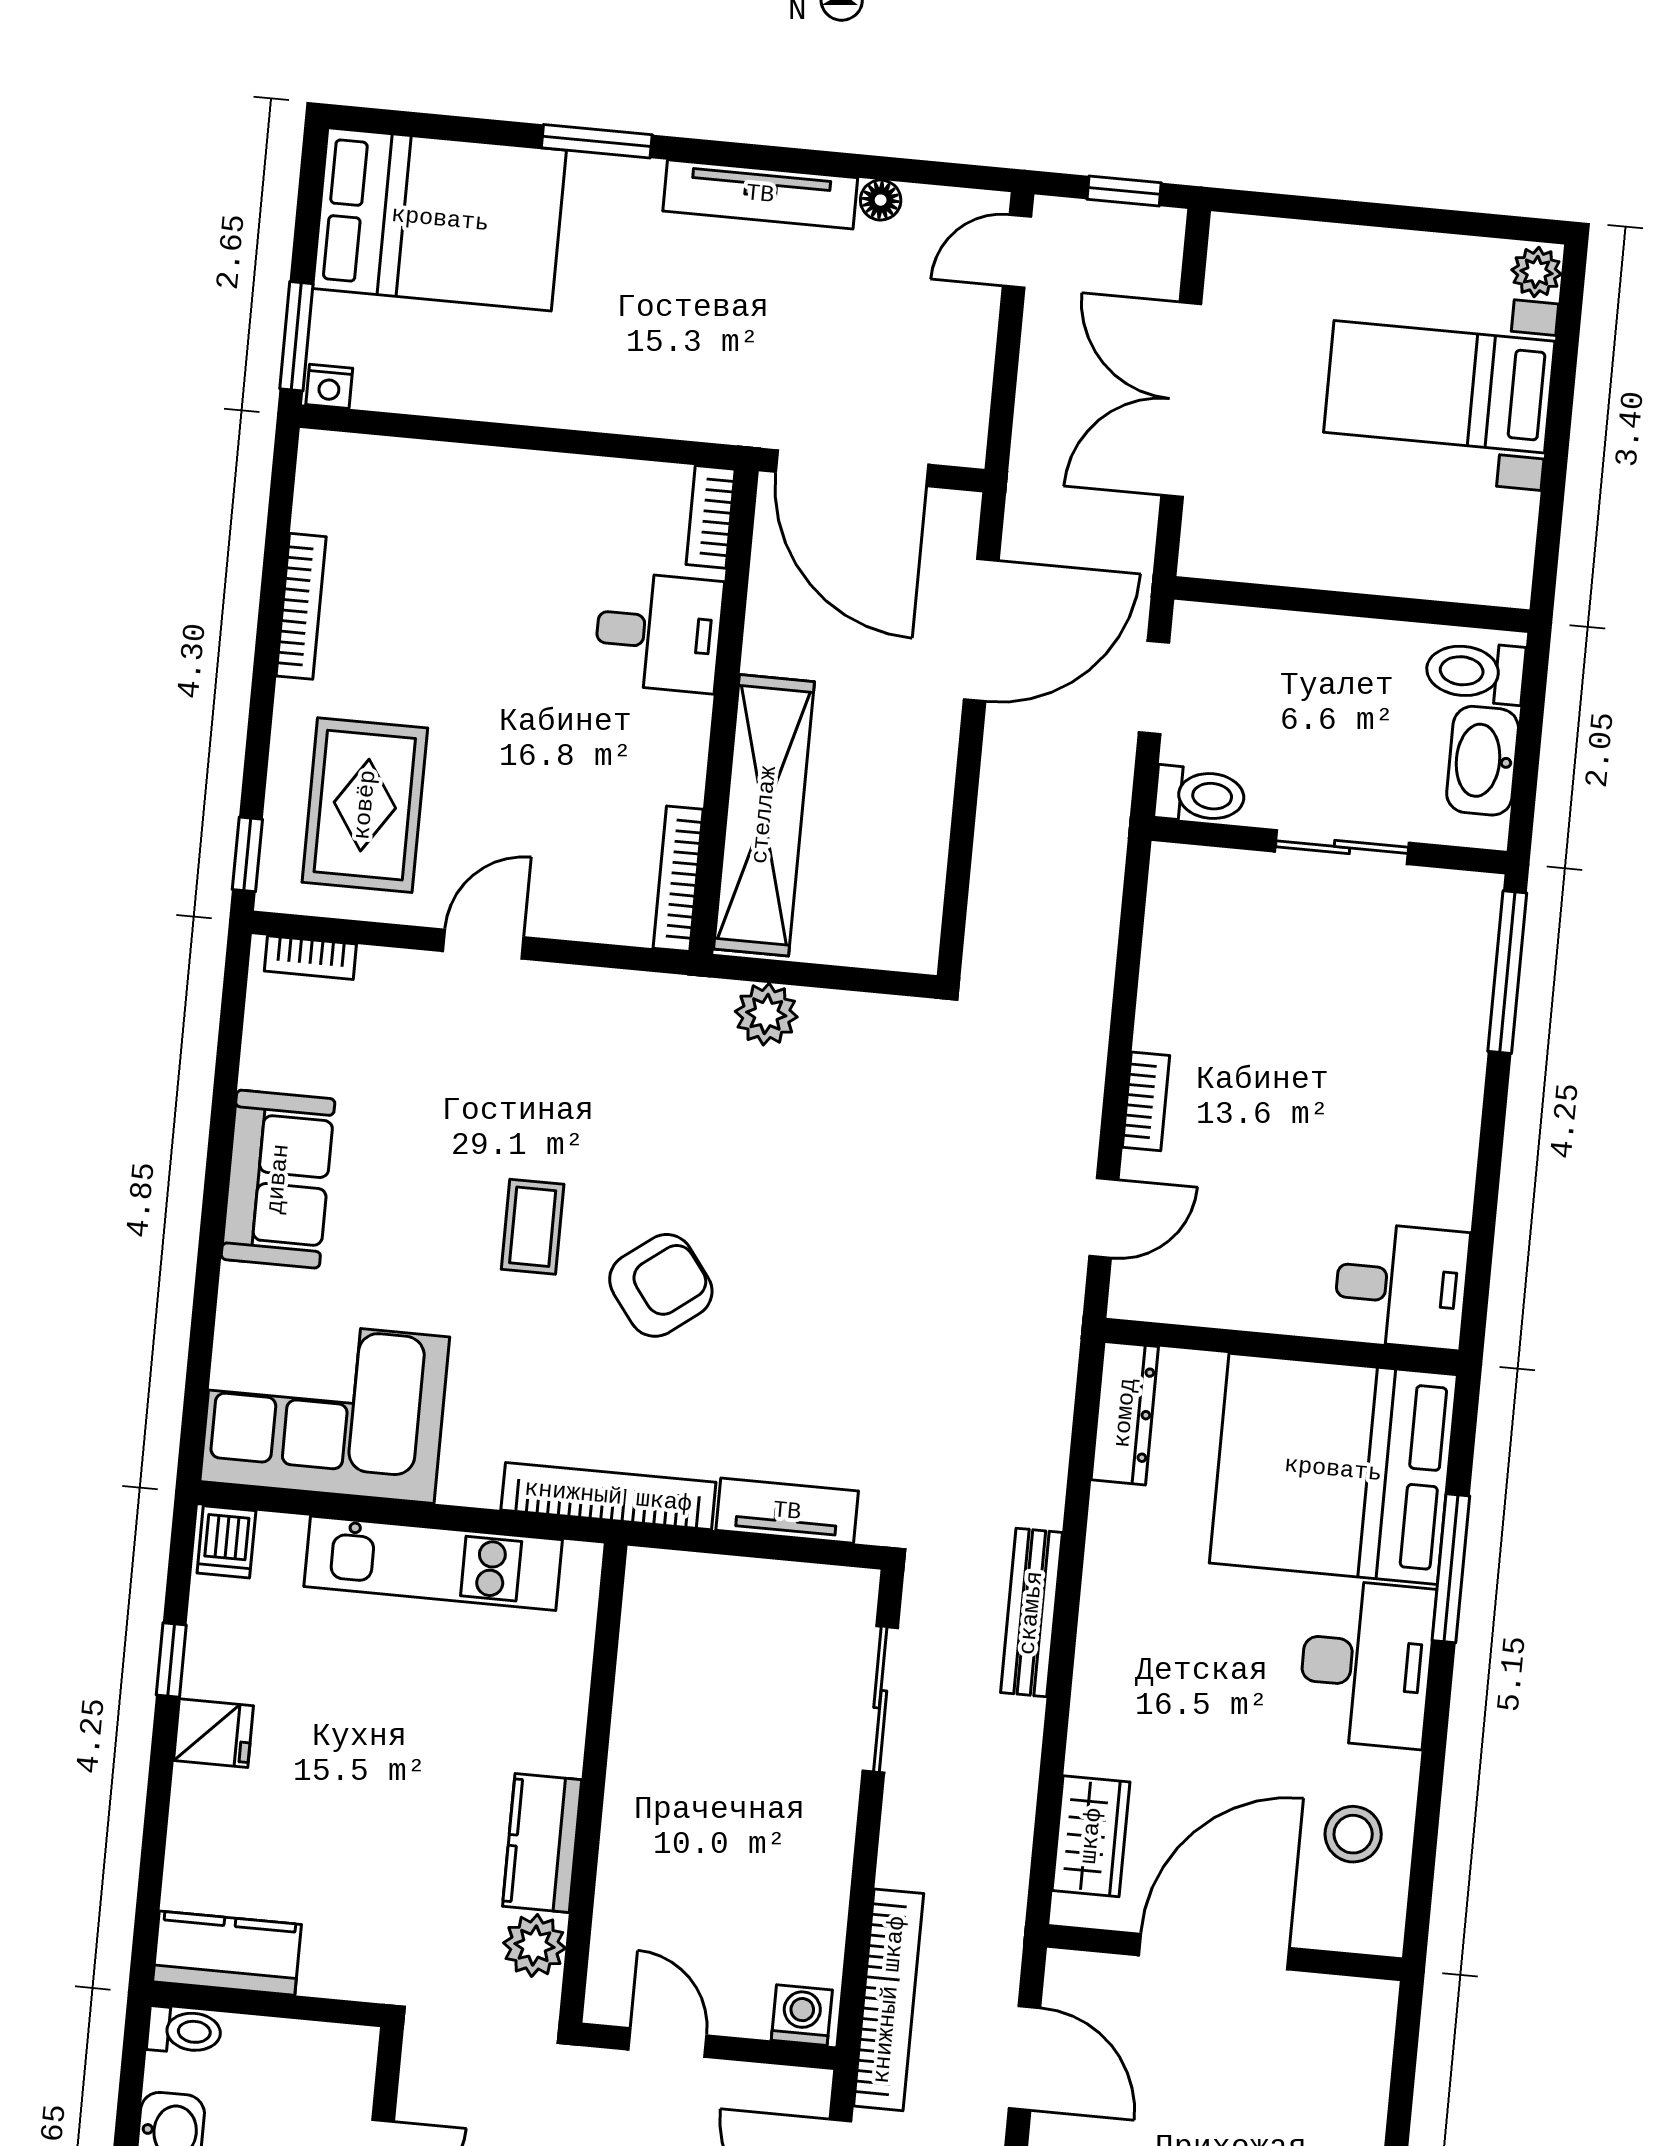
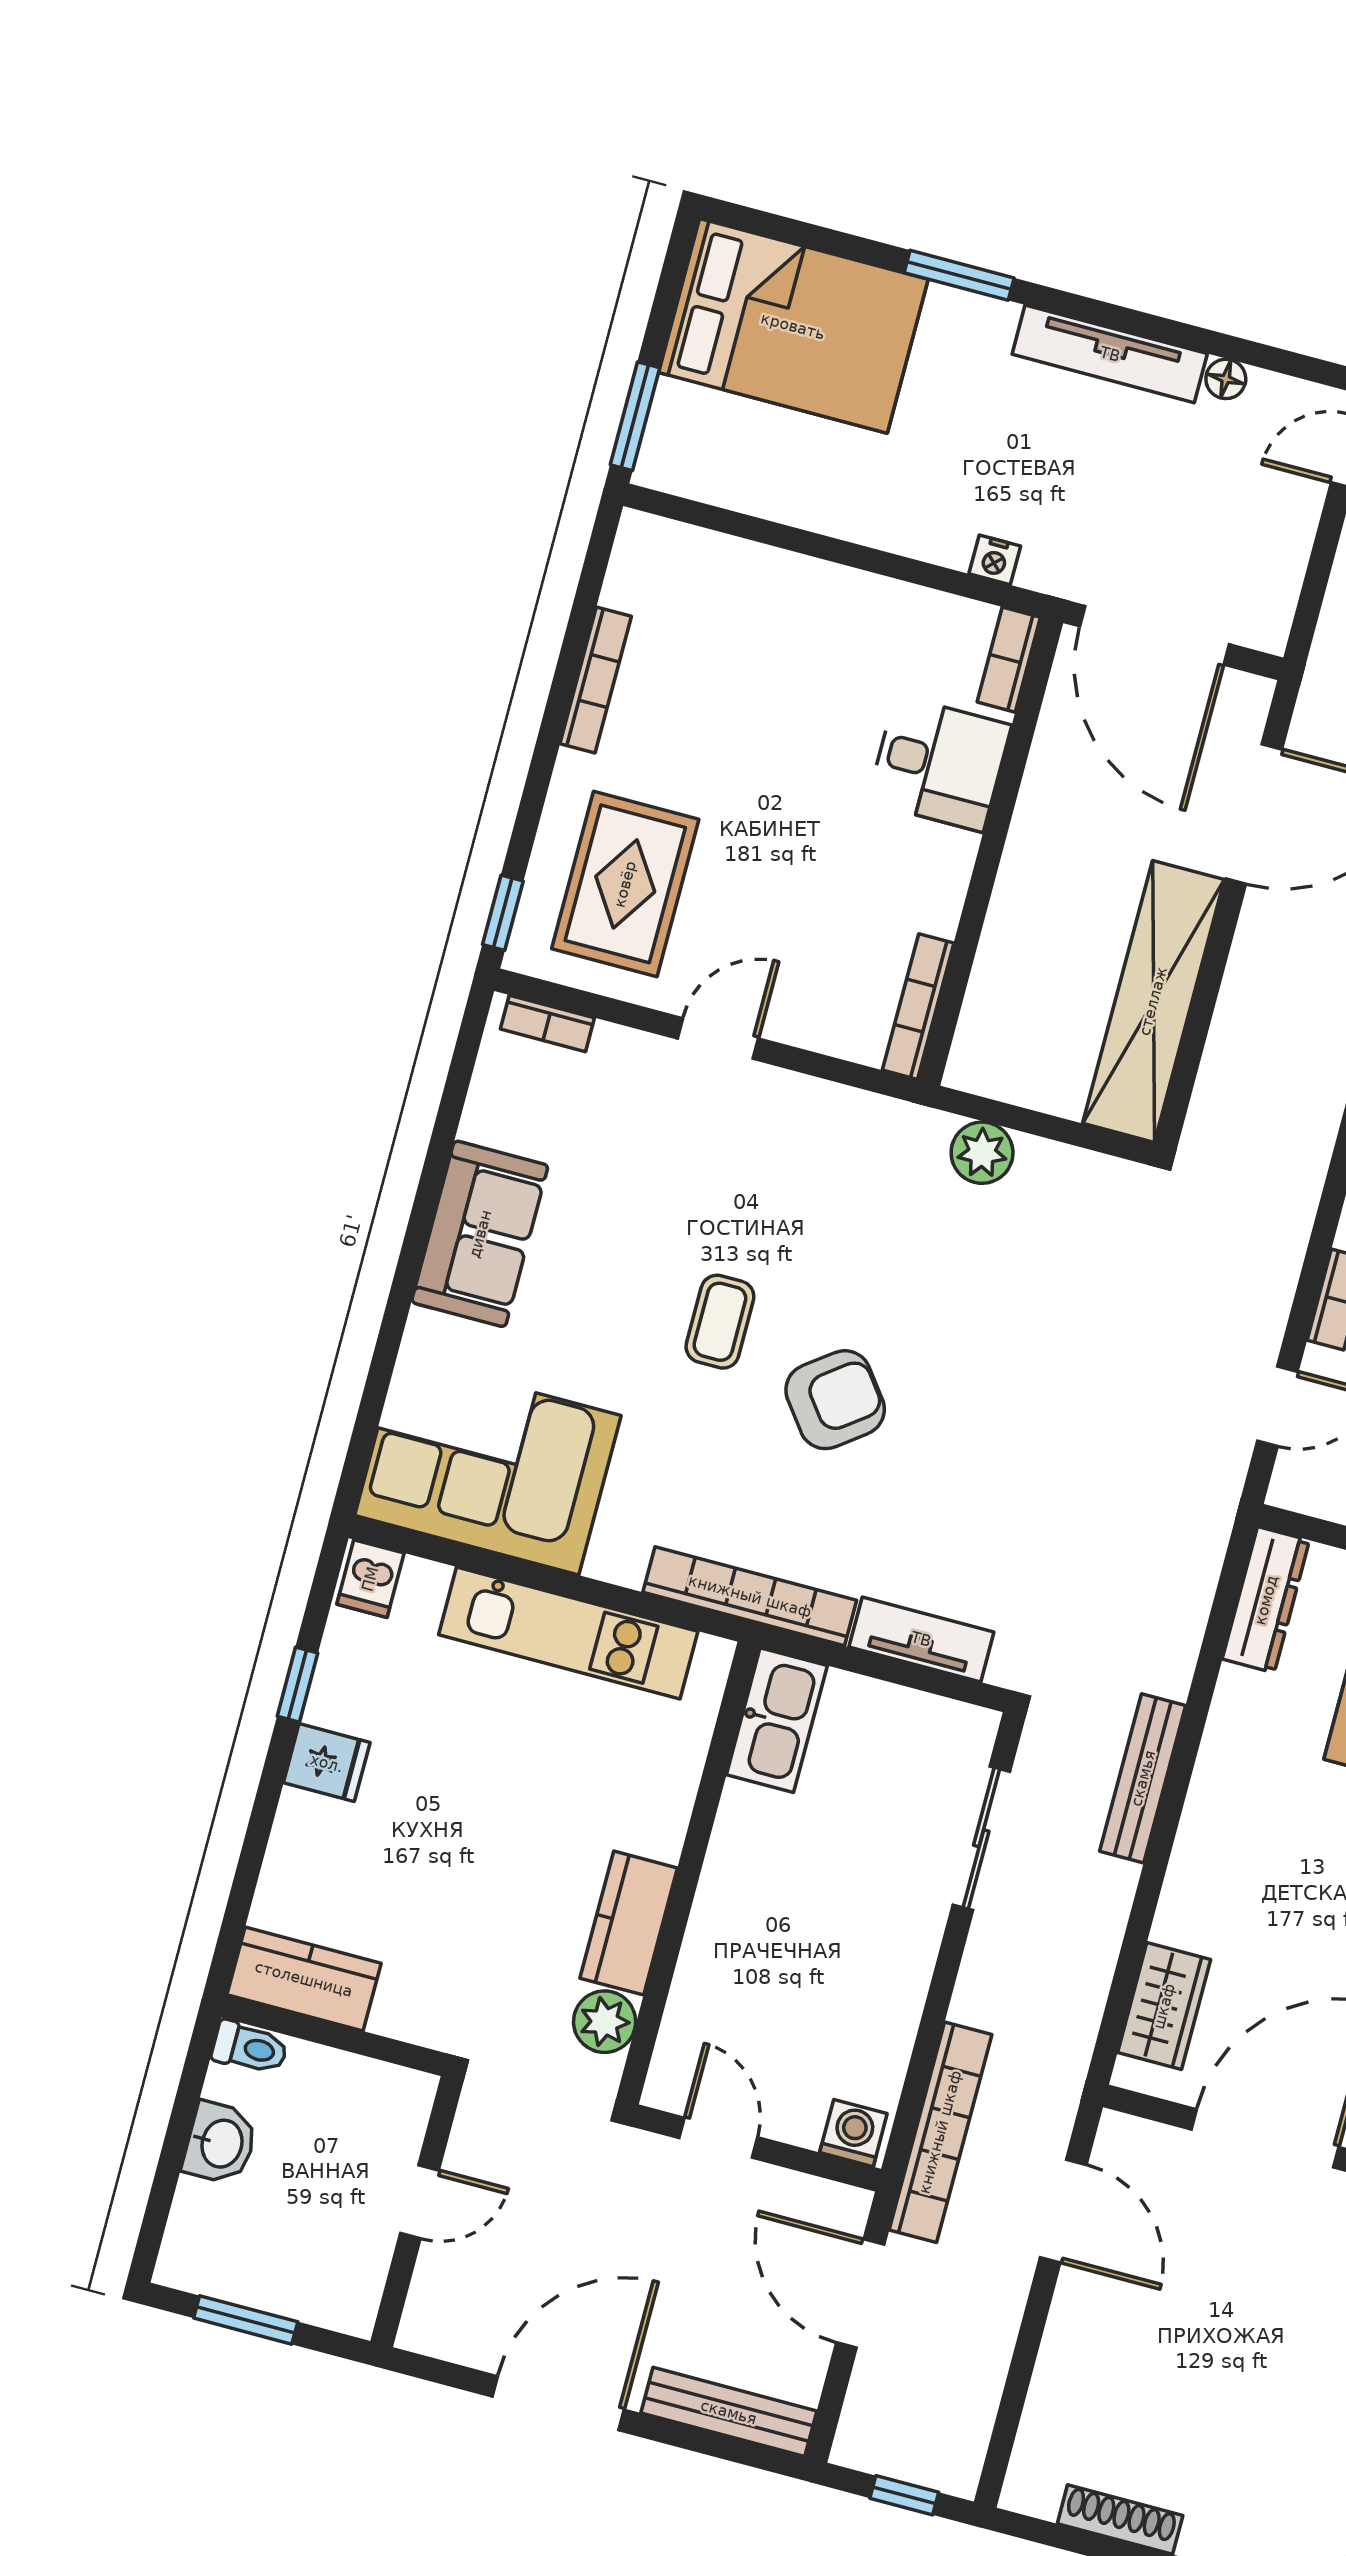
nightstand: (329, 386) -> (995, 560), moved
shelving: (764, 815) -> (1153, 1001), moved
kitchen sink: (656, 1615) -> (777, 1720), added

